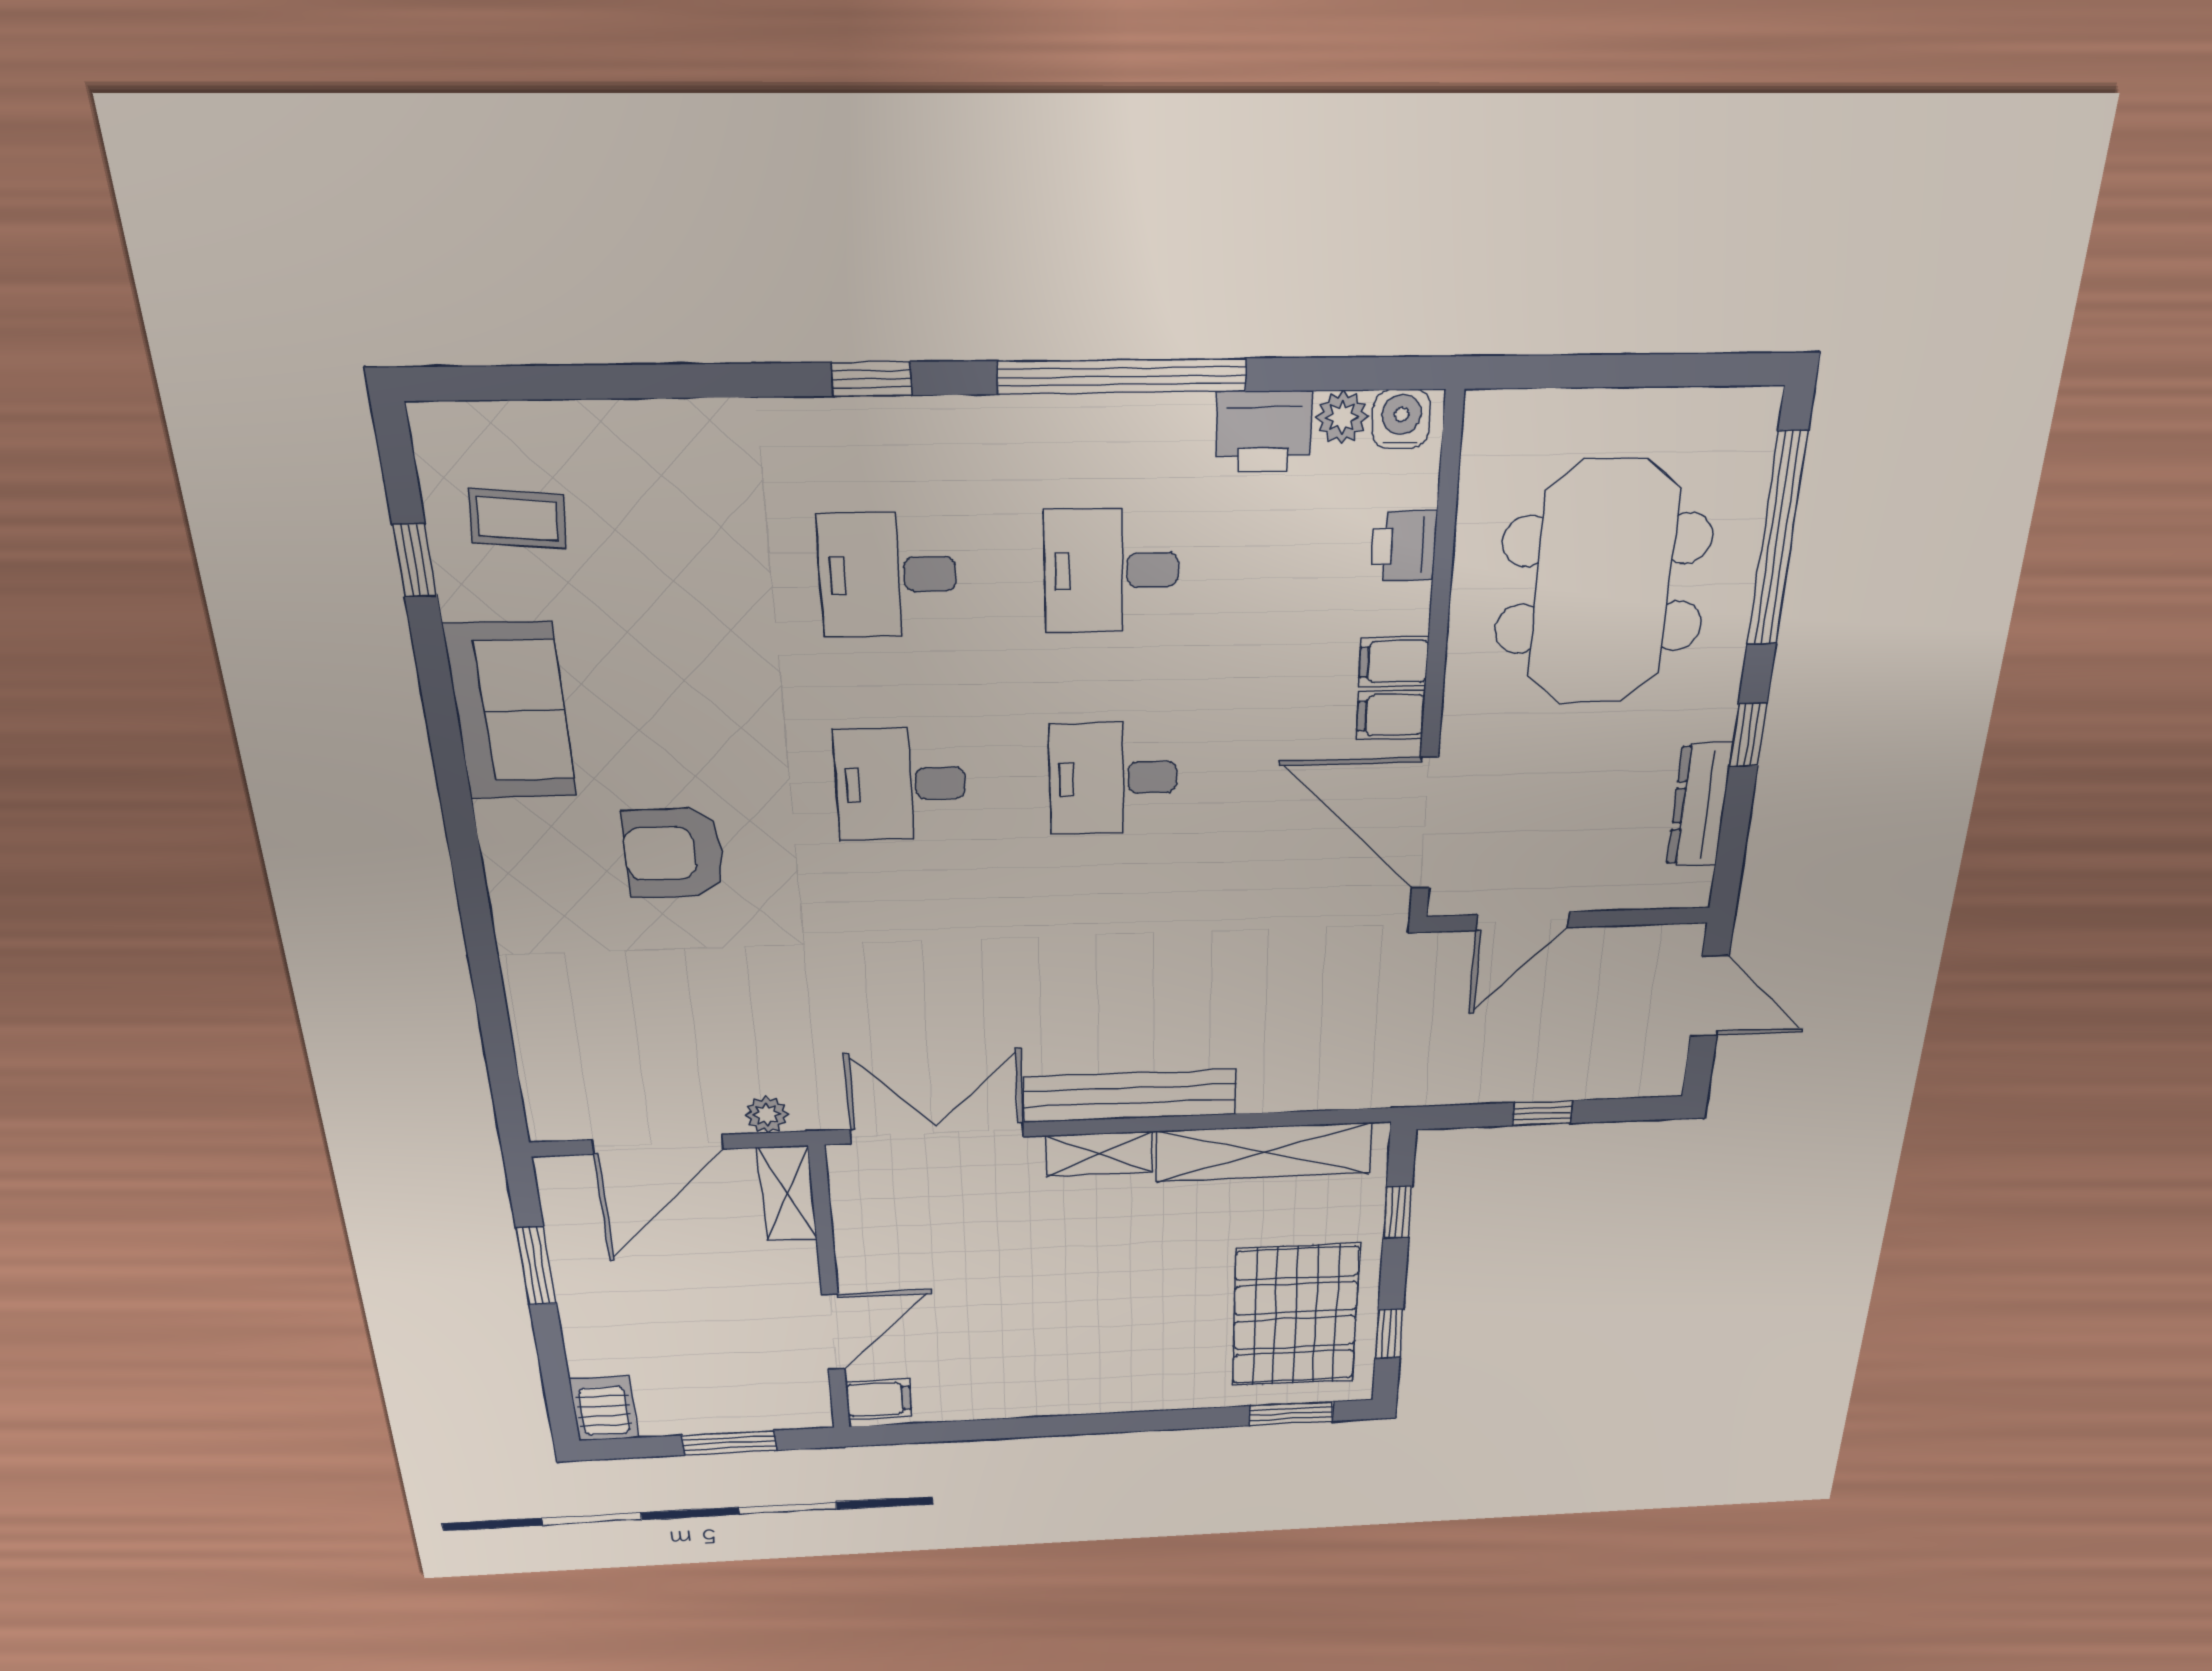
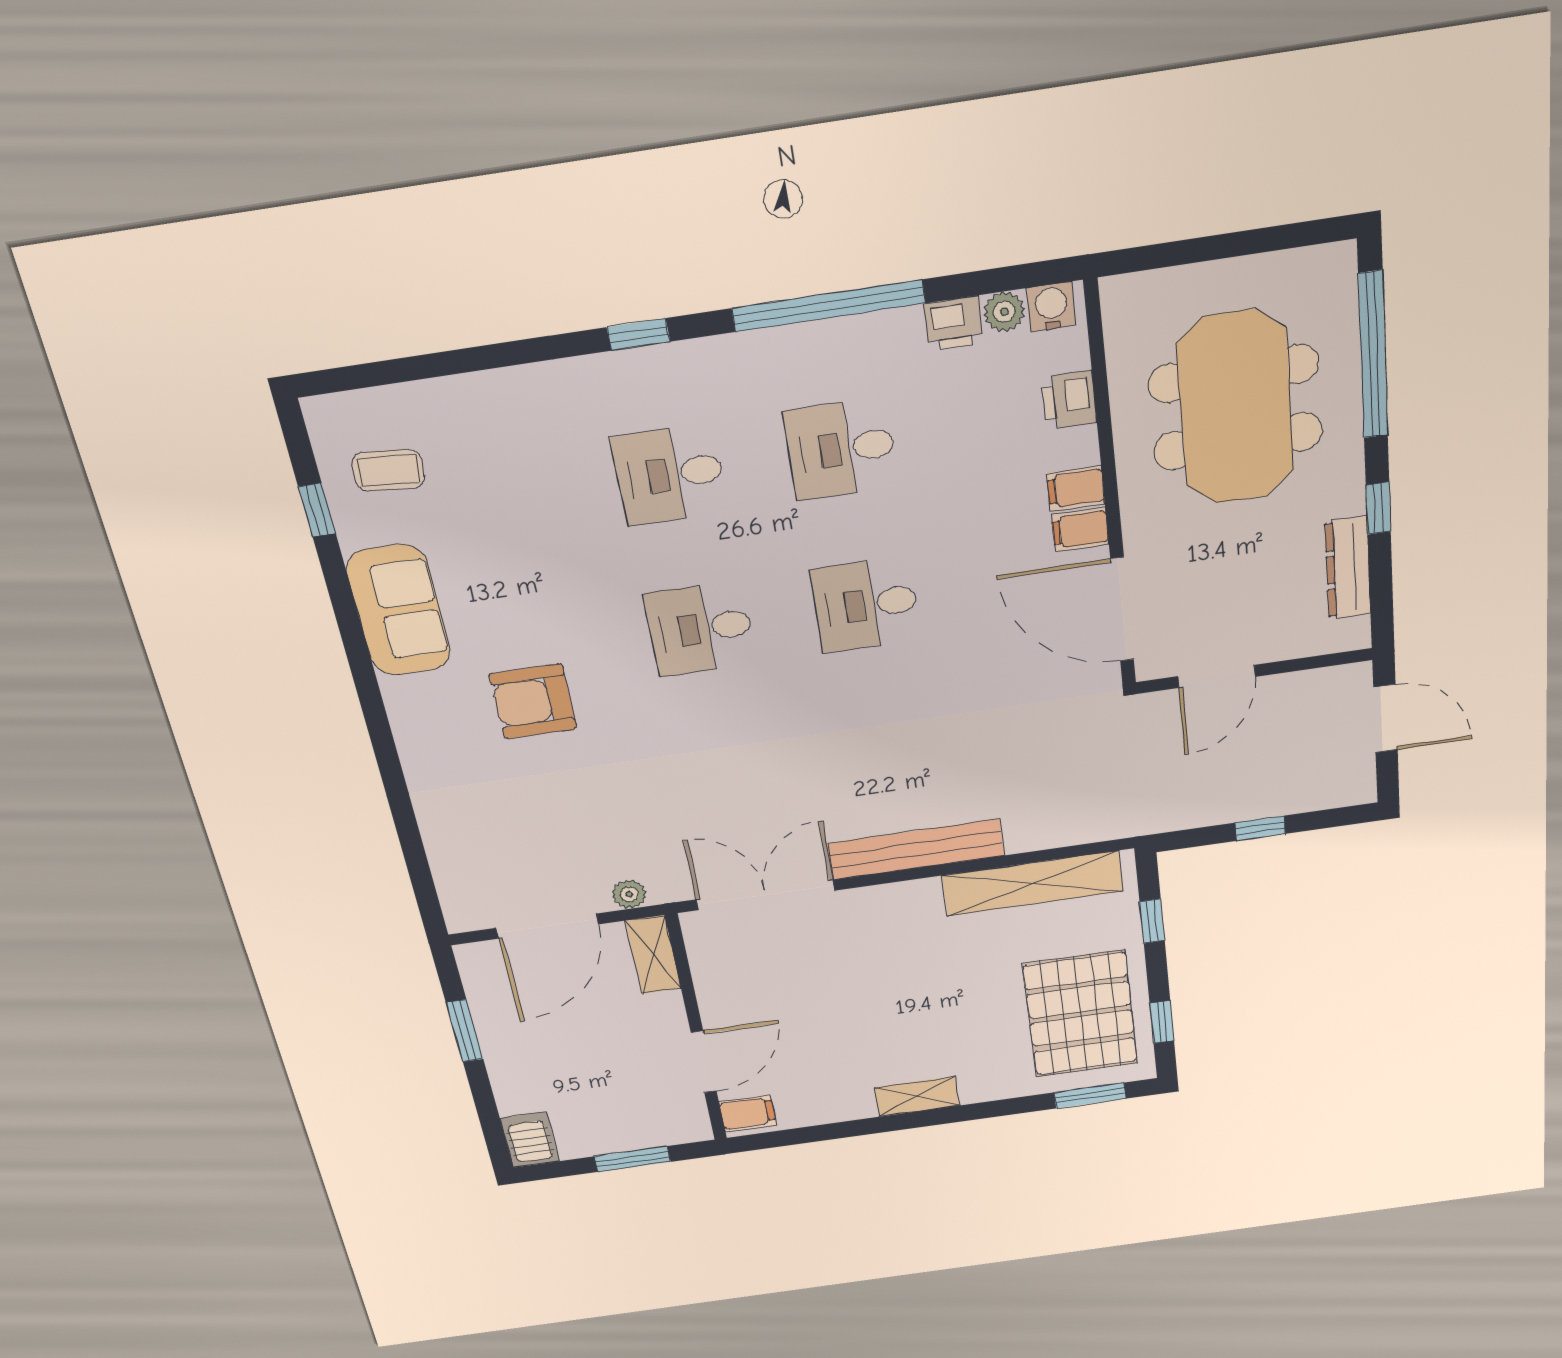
printer: (1264, 432) -> (953, 324), width x0.73, depth x0.81
shelving: (1099, 1154) -> (917, 1096), moved

